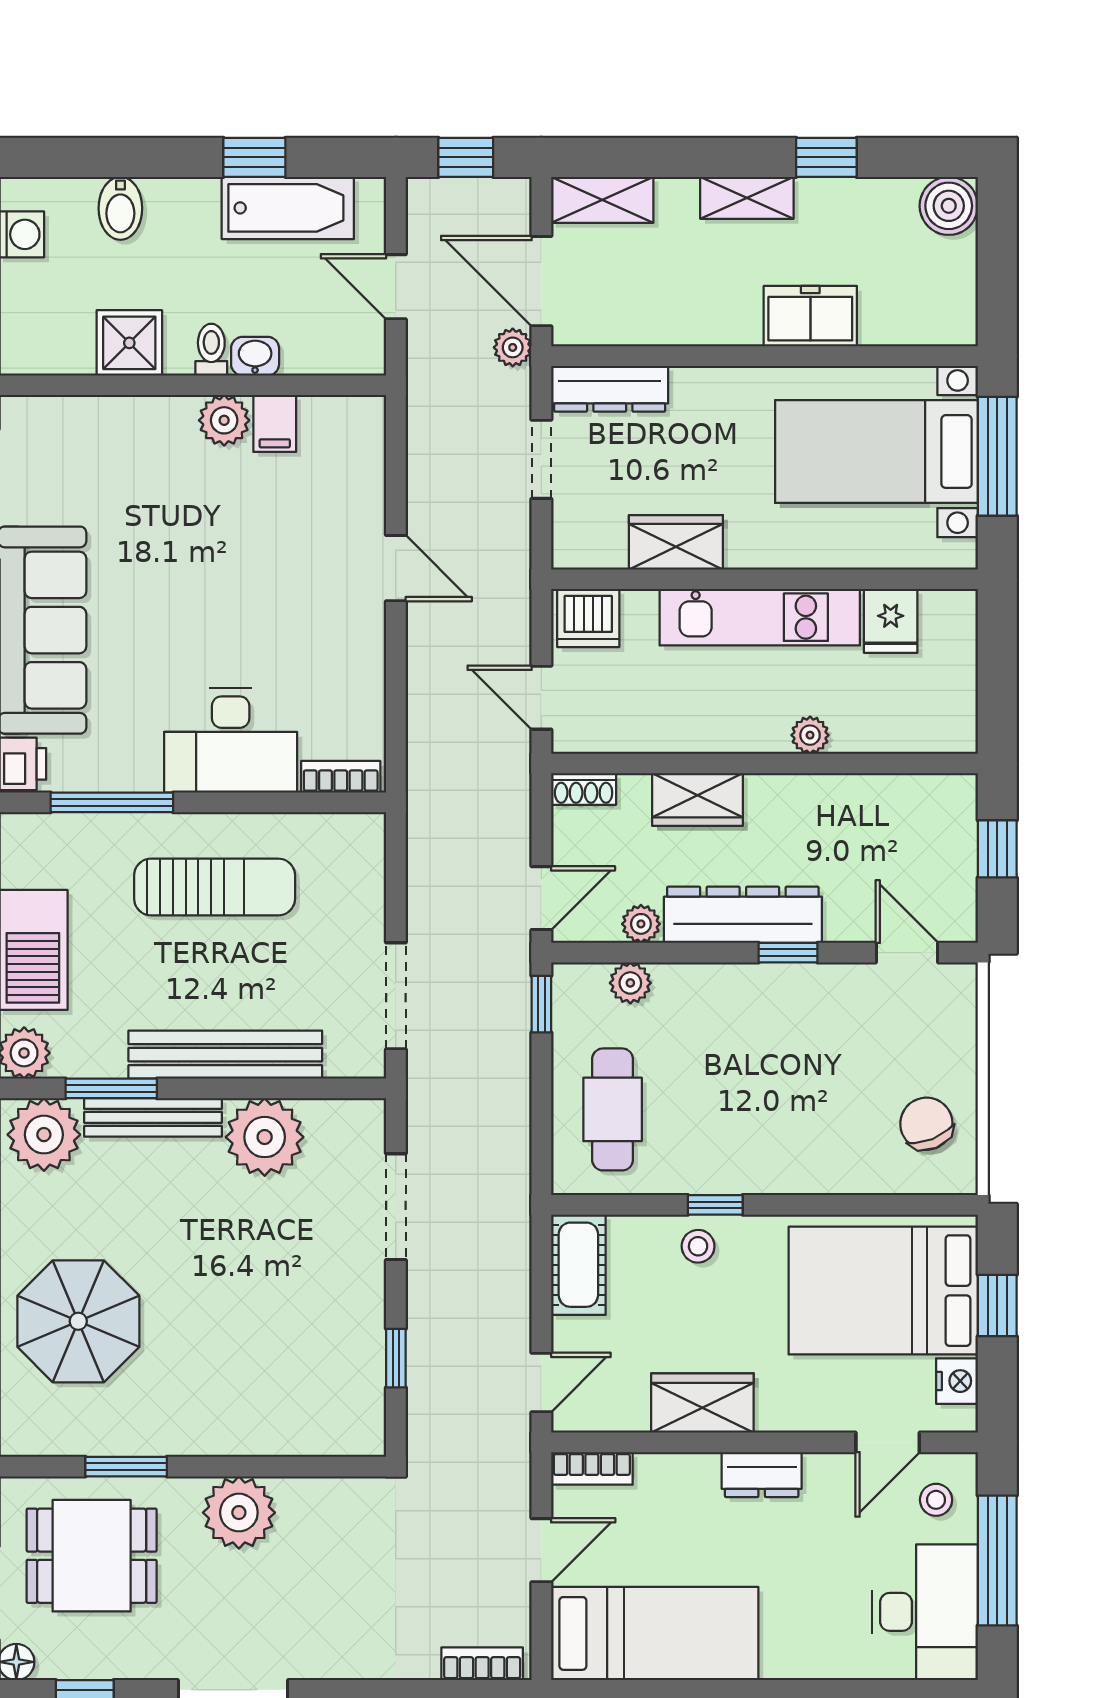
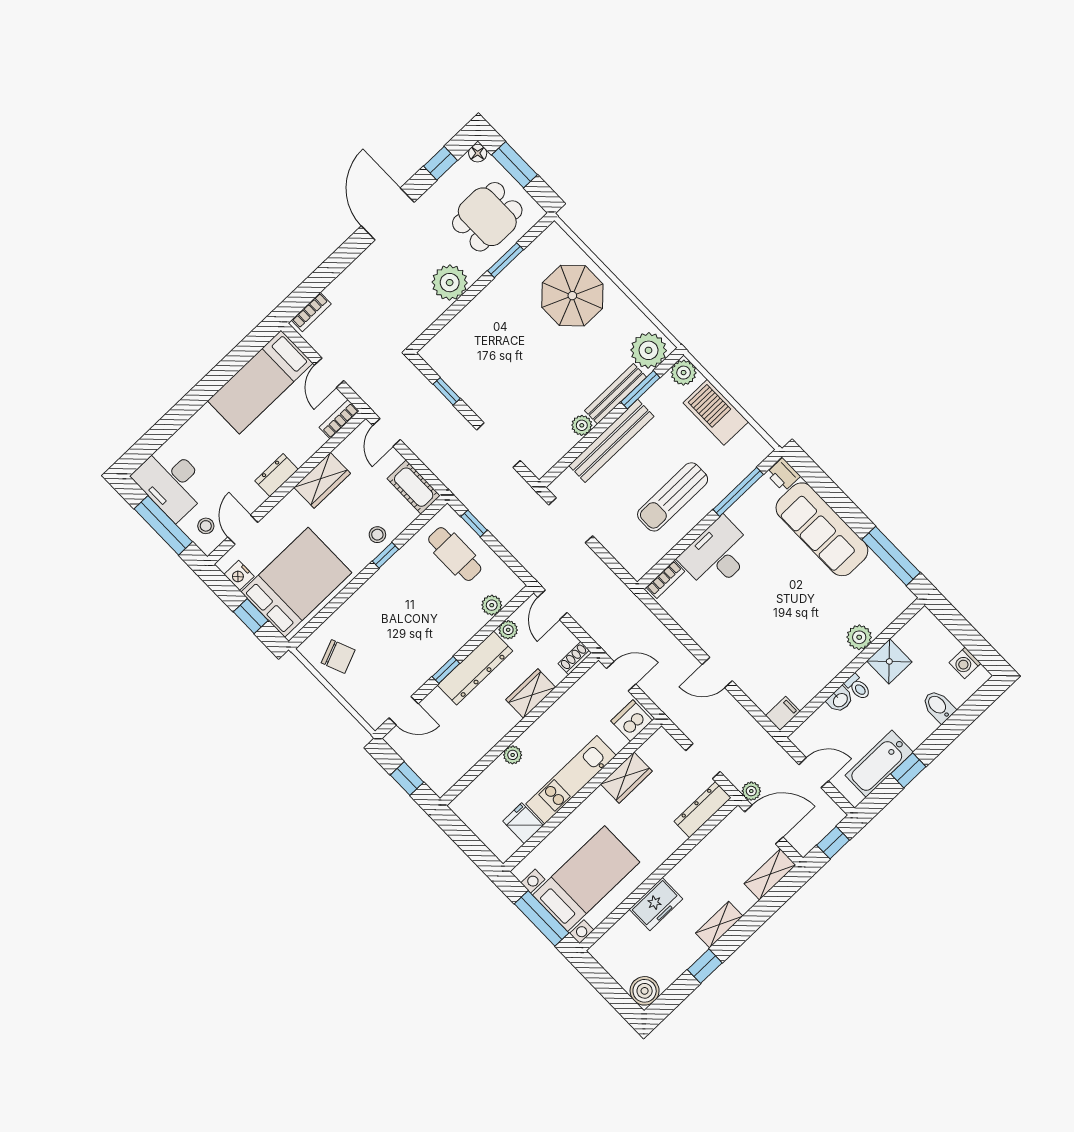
plant: (224, 420) -> (859, 637), moved
filing cabinet: (275, 423) -> (783, 713), moved, turned 90
window: (541, 1004) -> (474, 523), moved
plant: (265, 1137) -> (582, 425), width x0.53, depth x0.53

